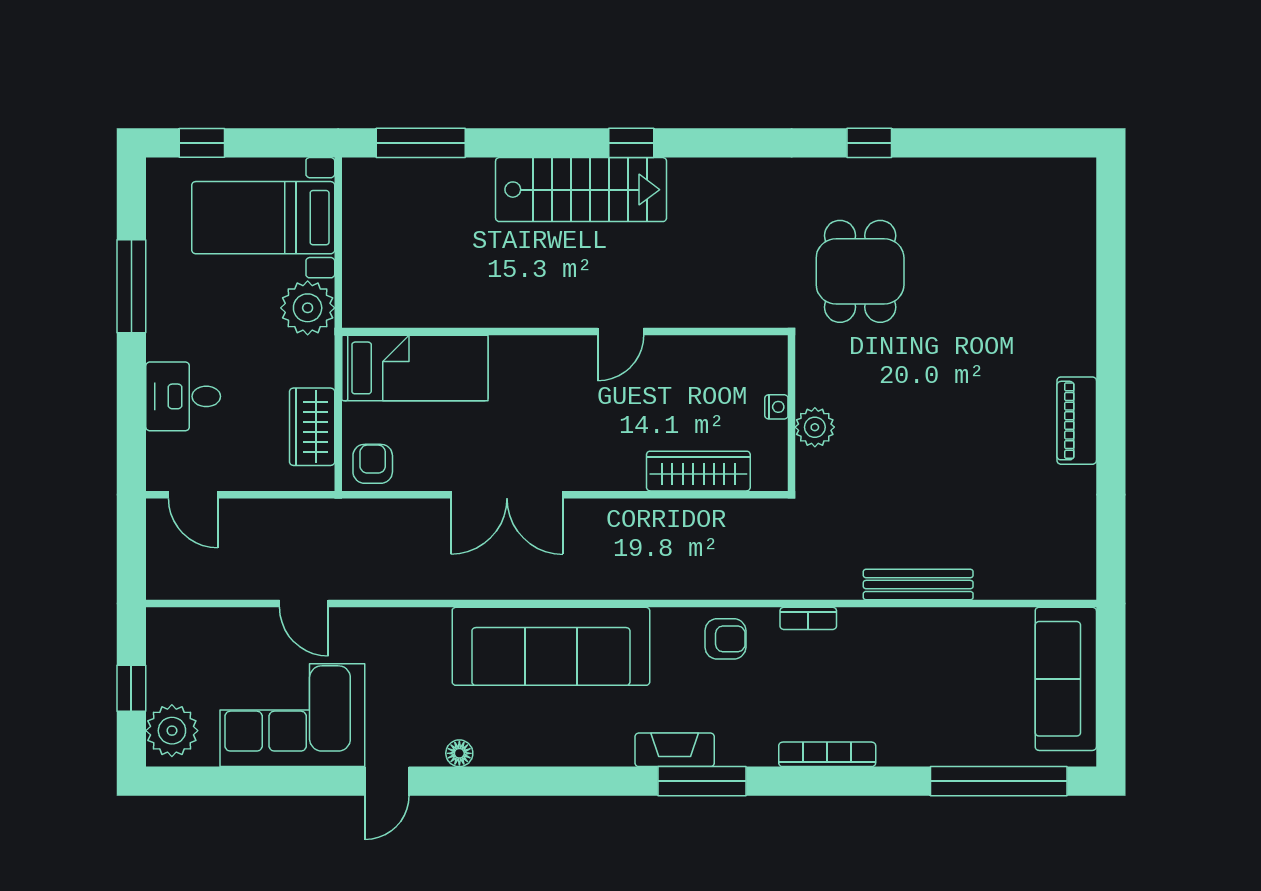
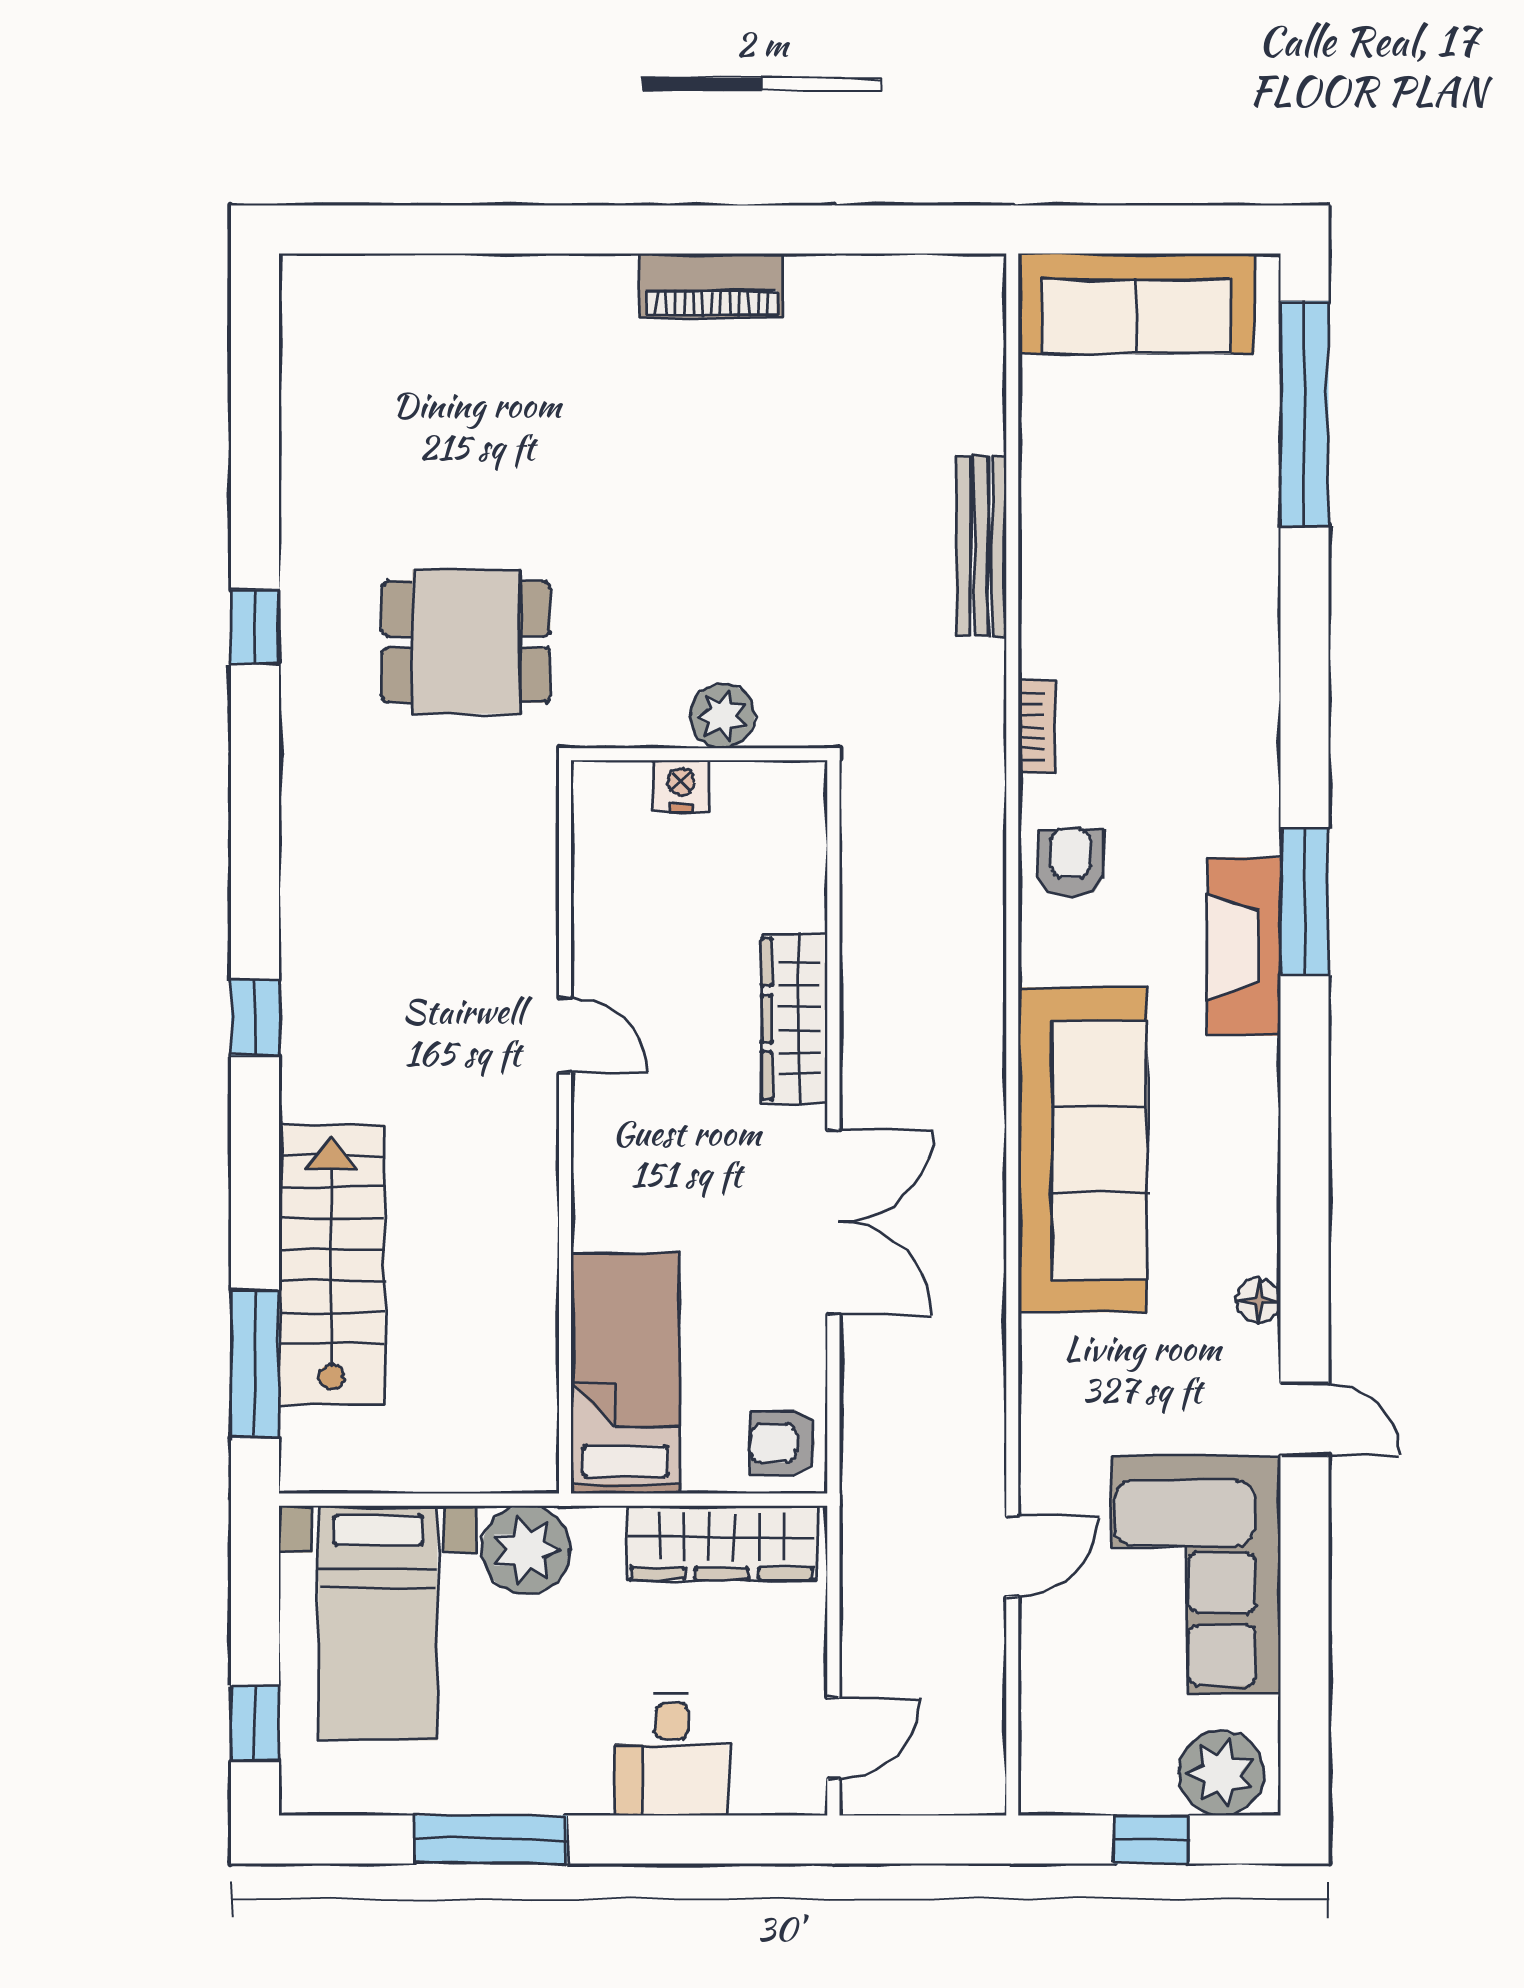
stairs: (581, 190) -> (332, 1265), moved
nightstand: (776, 407) -> (681, 786), width x1.39, depth x1.35
wardrobe: (312, 427) -> (722, 1543), width x1.50
wardrobe: (698, 471) -> (794, 1019), moved
fireplace: (675, 750) -> (1244, 947), width x1.37, depth x1.32
bookcase: (827, 754) -> (1260, 696), removed

